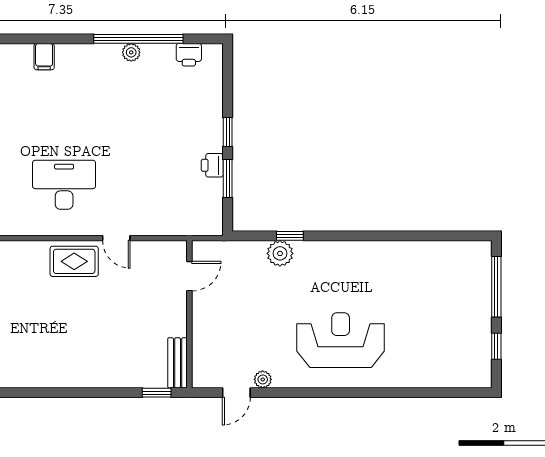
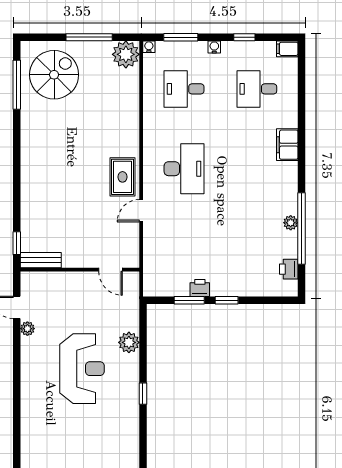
filing cabinet: (44, 57) -> (287, 145), width x2.00
window: (290, 236) -> (143, 394), moved
reception desk: (341, 340) -> (82, 369), moved

